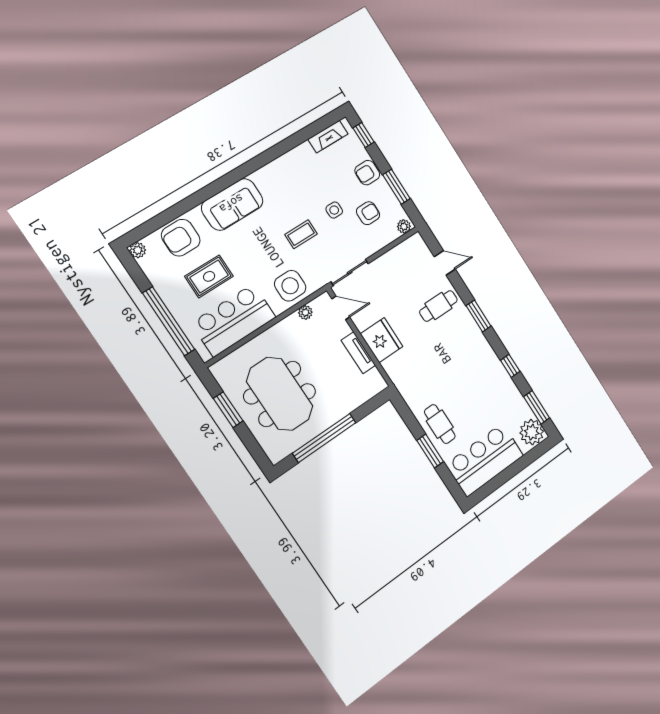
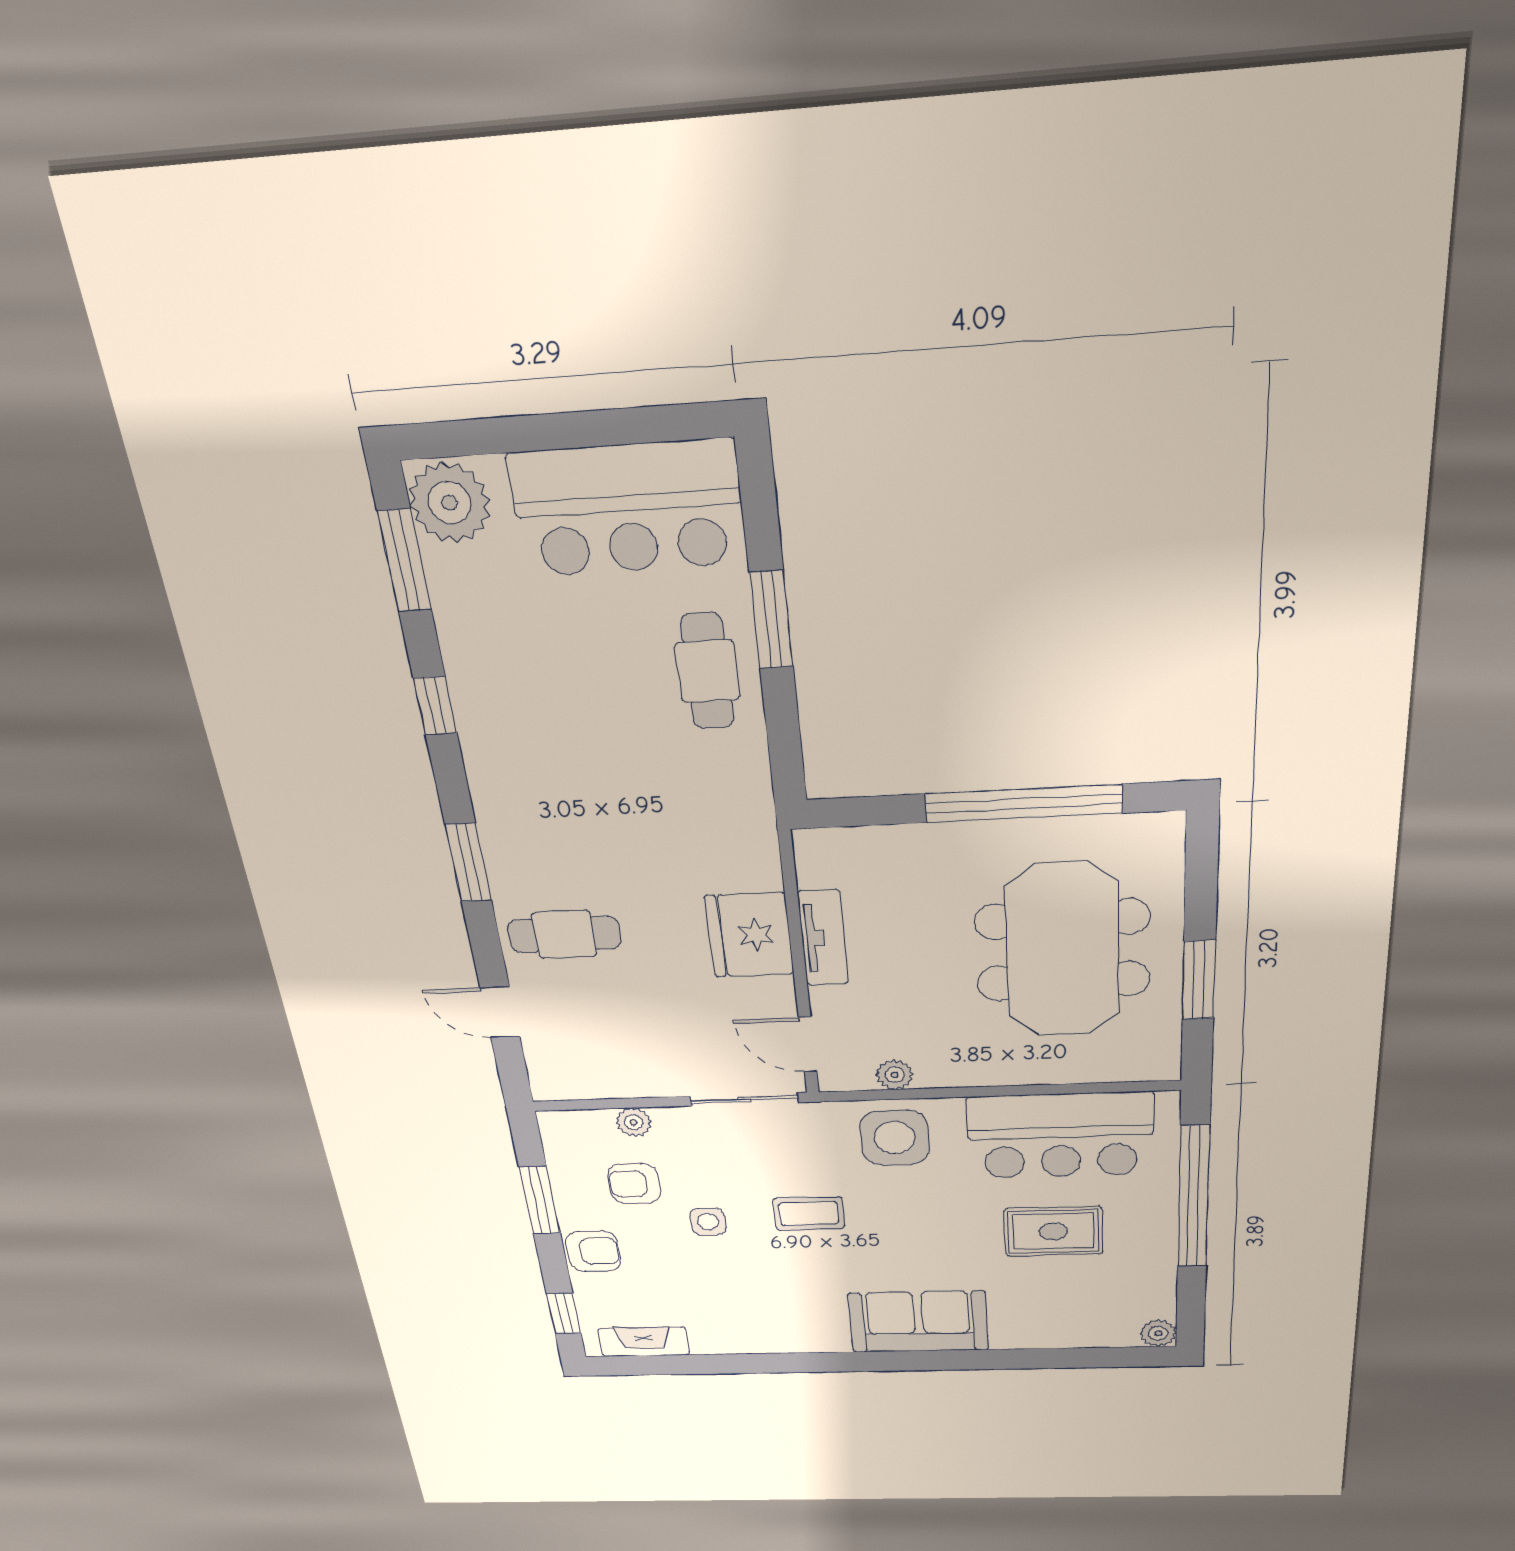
plant: (404, 226) -> (634, 1122), moved
armchair: (181, 238) -> (1061, 1316), removed

